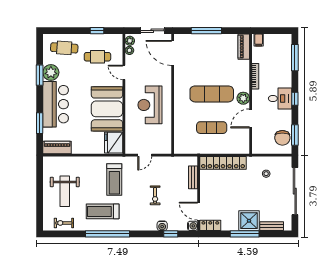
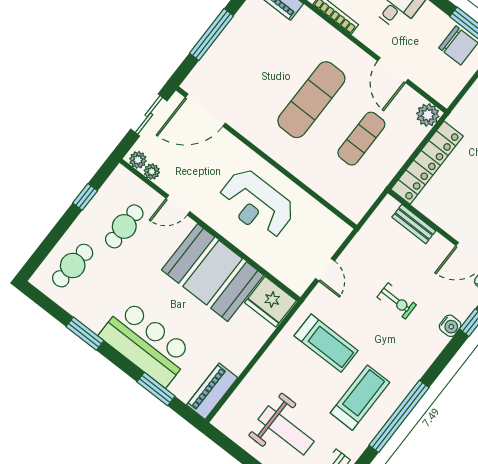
plant: (51, 72) -> (94, 314), removed
plant: (243, 98) -> (428, 115), moved
treadmill: (103, 211) -> (360, 398), turned 180

